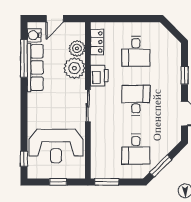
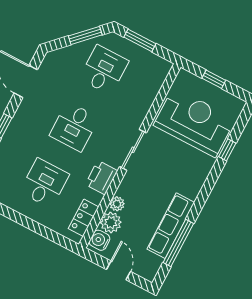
door: (55, 19) -> (118, 270), hinge flipped
water cooler: (34, 35) -> (100, 240), moved, turned 180
plant: (74, 68) -> (117, 204), width x0.53, depth x0.53
window: (24, 159) -> (227, 150), moved
window: (107, 182) -> (140, 40), moved

